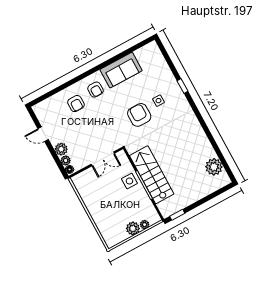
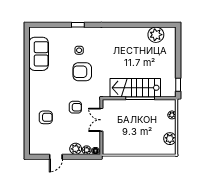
sofa: (121, 70) -> (39, 54), moved
armchair: (95, 90) -> (75, 107), moved
double door: (103, 159) -> (101, 120), swing flipped
side table: (129, 181) -> (131, 108), removed
plant: (133, 228) -> (170, 139), moved

